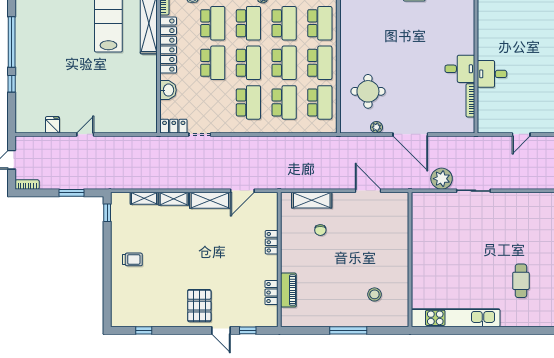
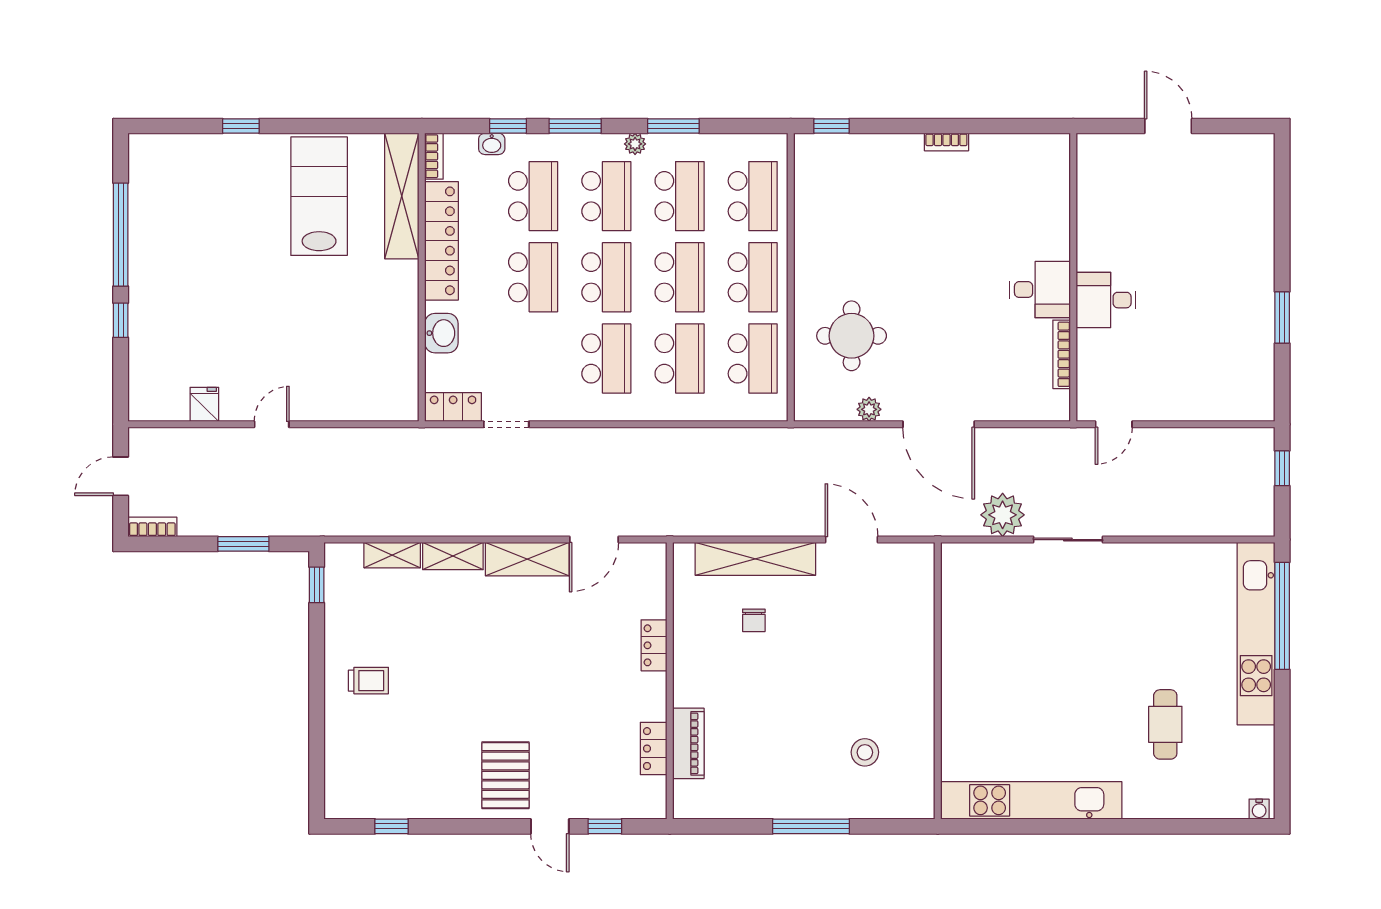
door: (521, 134) -> (1114, 424), moved
shelving: (312, 200) -> (755, 559), width x1.47

